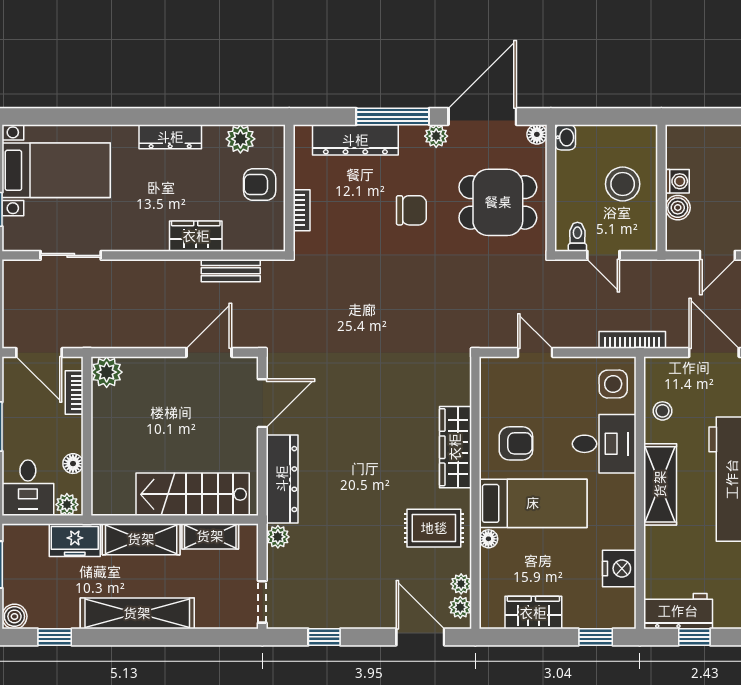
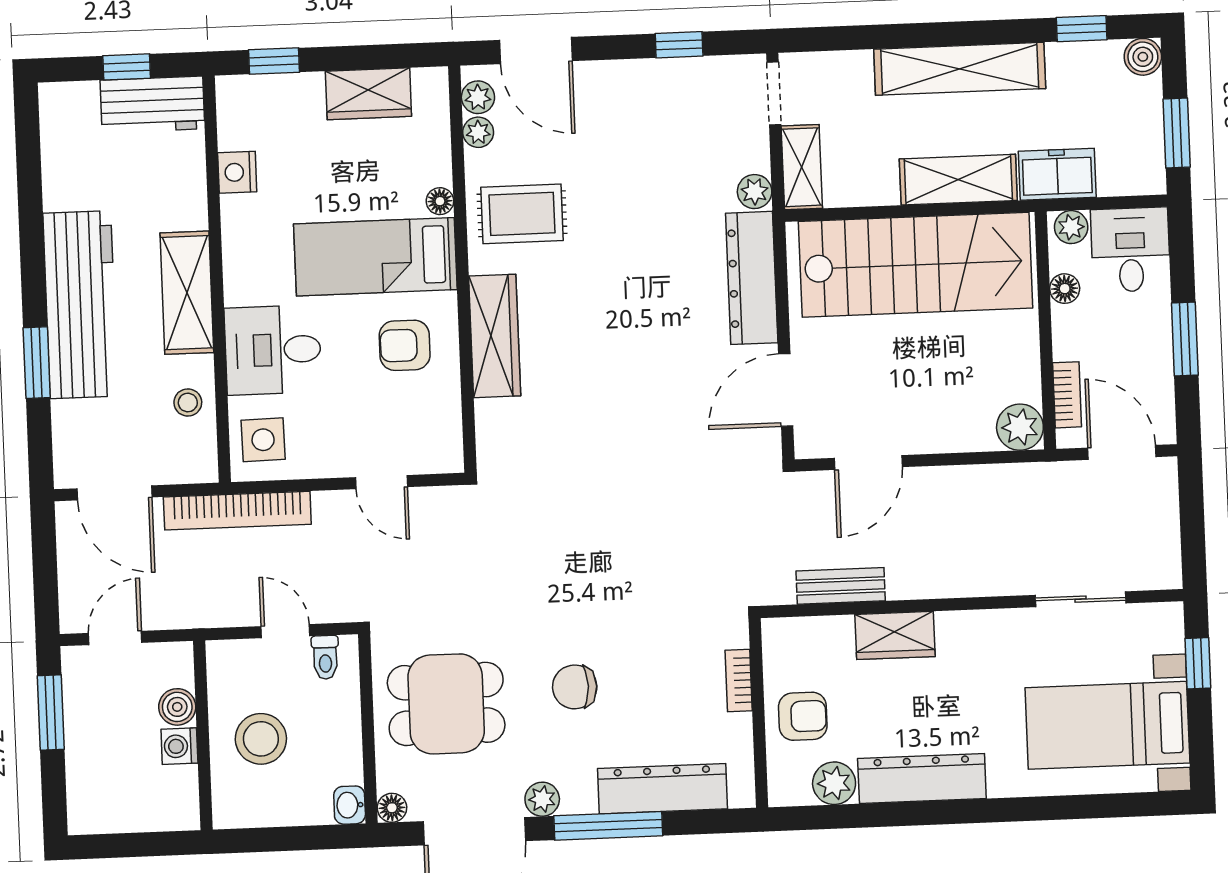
dresser: (170, 137) -> (922, 778), width x1.37, depth x1.24
bookcase: (632, 340) -> (237, 511), width x1.48, depth x1.31
stairs: (193, 494) -> (916, 265), width x1.36, depth x1.51
shelving: (210, 536) -> (802, 167), moved, turned 90
nightstand: (619, 568) -> (237, 172), width x0.74, depth x0.75

